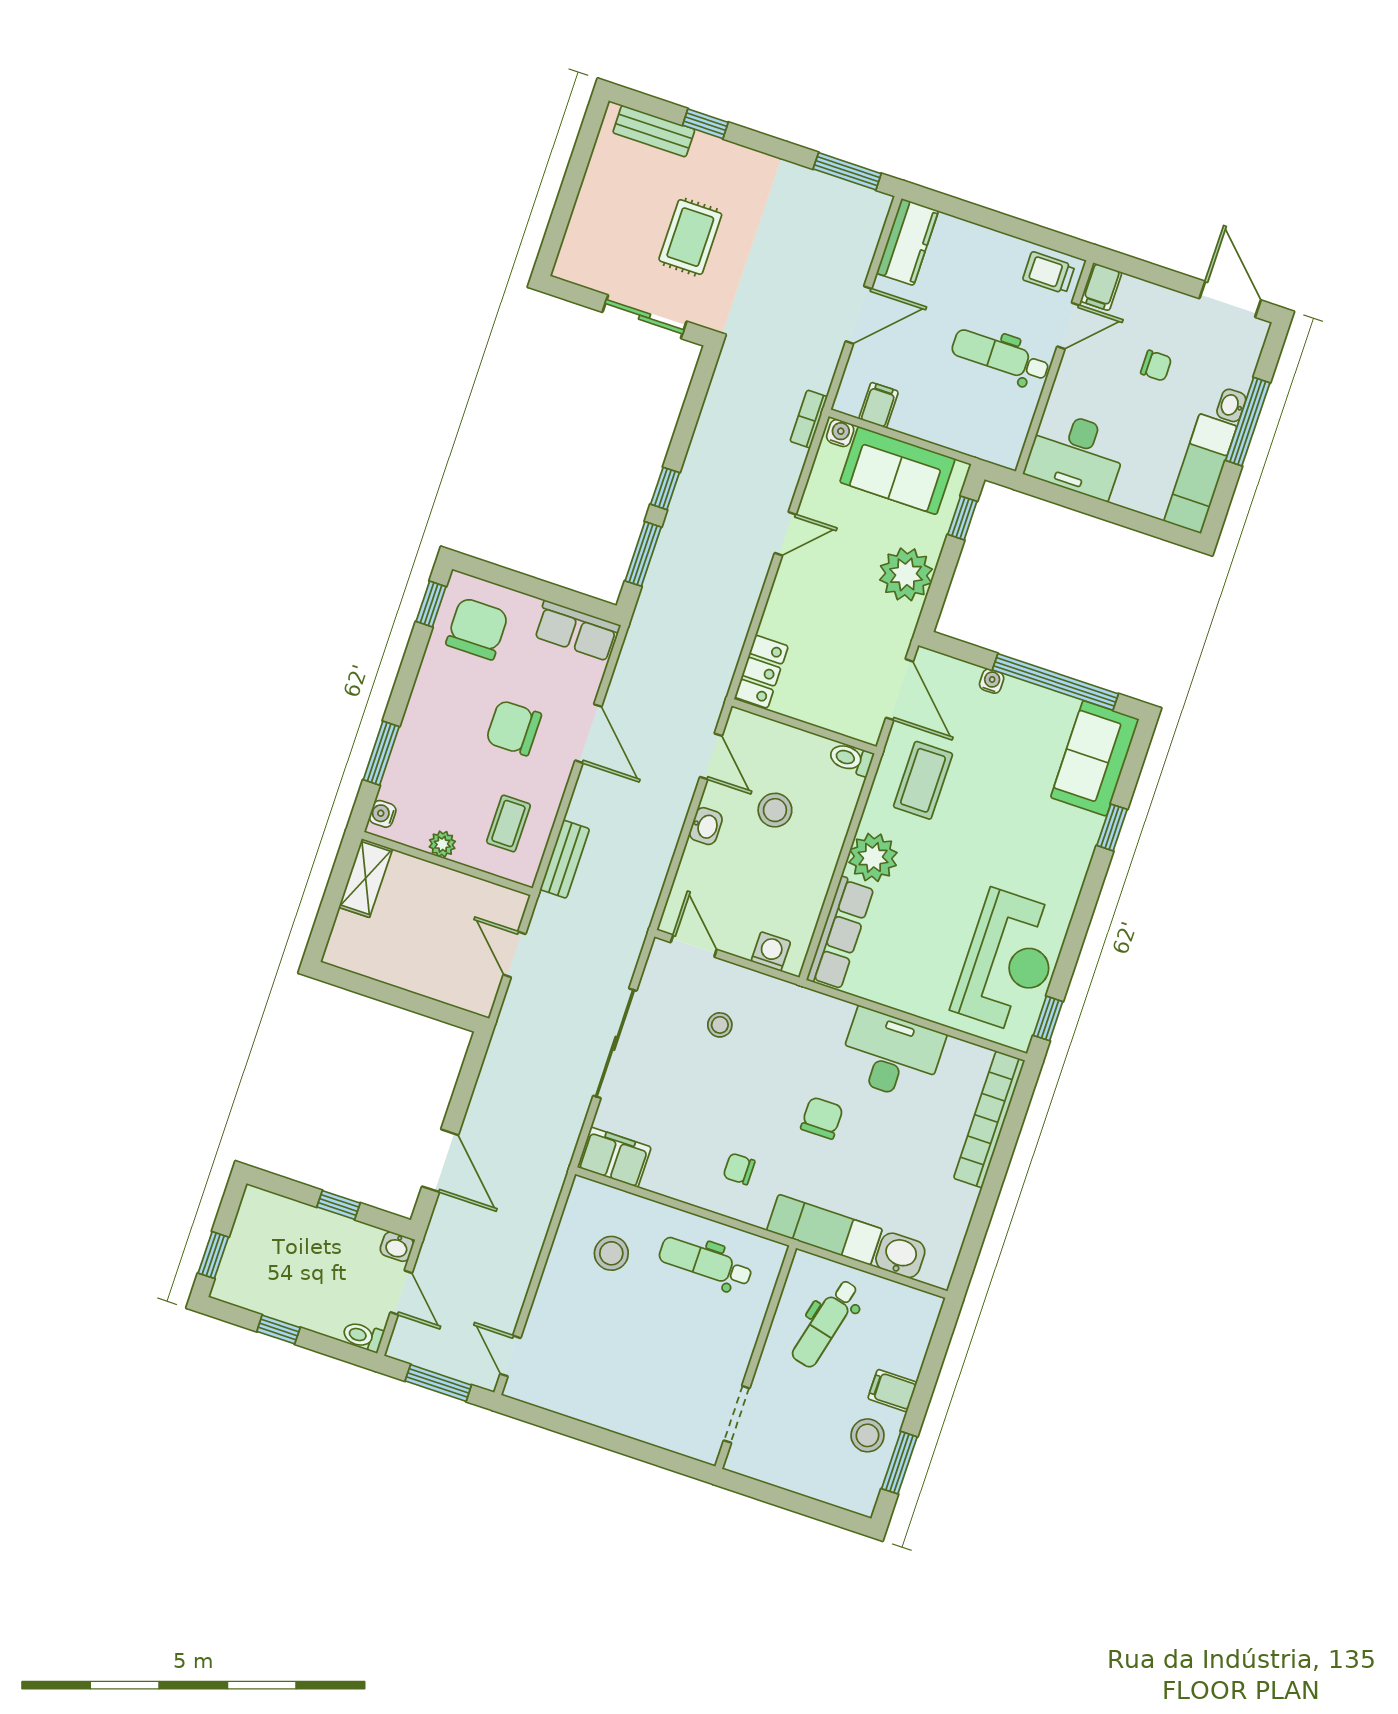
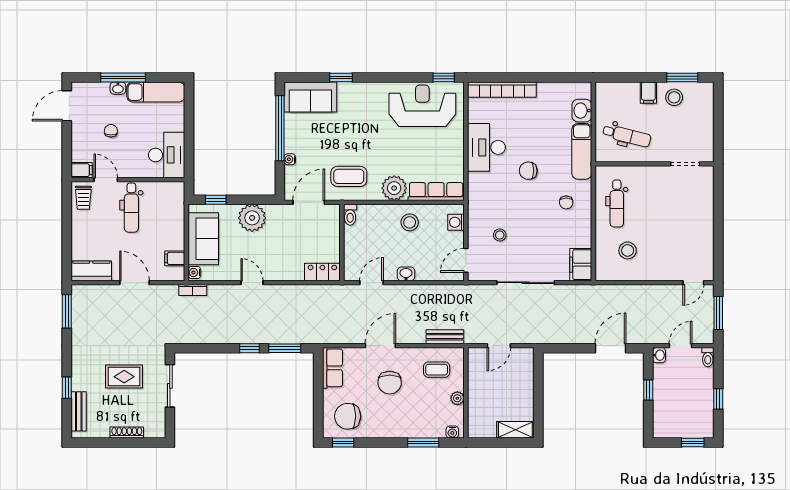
shoe rack: (584, 207) -> (127, 432), added
stool: (775, 810) -> (410, 222), moved
shelving: (366, 878) -> (515, 430), moved

